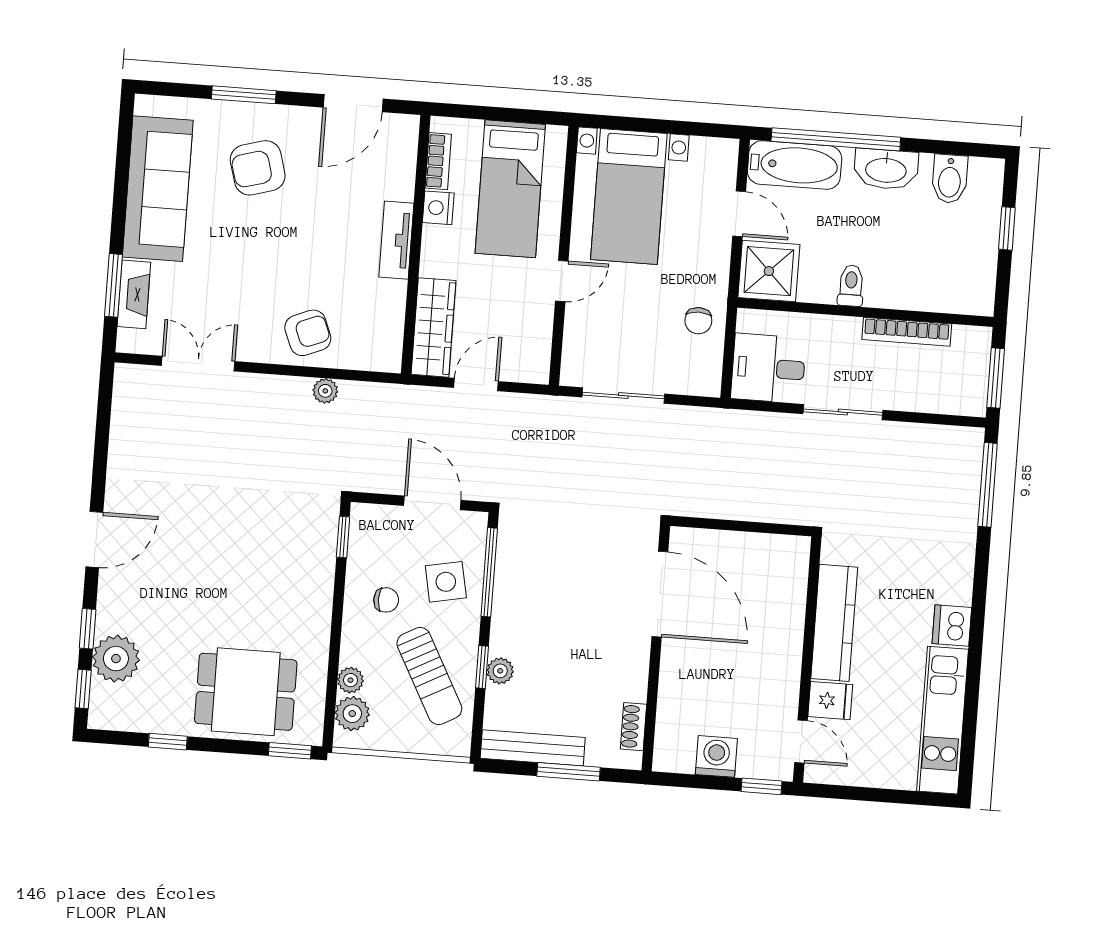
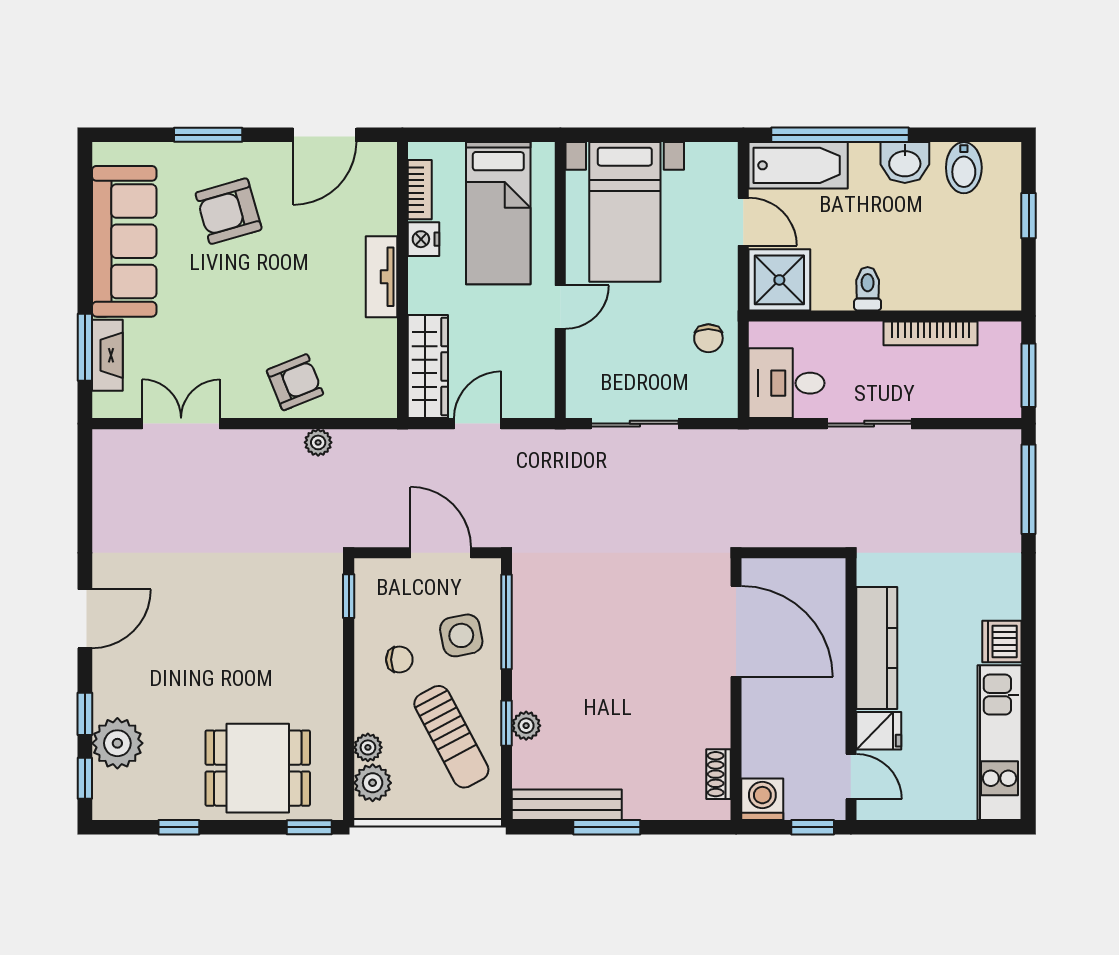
washbasin: (886, 169) -> (905, 162), width x0.72
door: (660, 594) -> (736, 631), moved
wall: (656, 648) -> (736, 689), moved
shoe rack: (633, 727) -> (719, 774), moved

